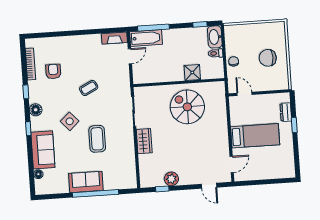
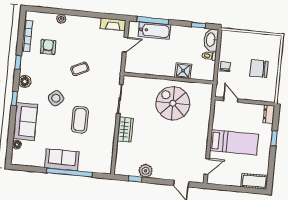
bathtub: (146, 38) -> (154, 31), moved
plant: (62, 41) -> (61, 19), added
dresser: (286, 112) -> (269, 114), moved
cot: (282, 171) -> (254, 181), added

